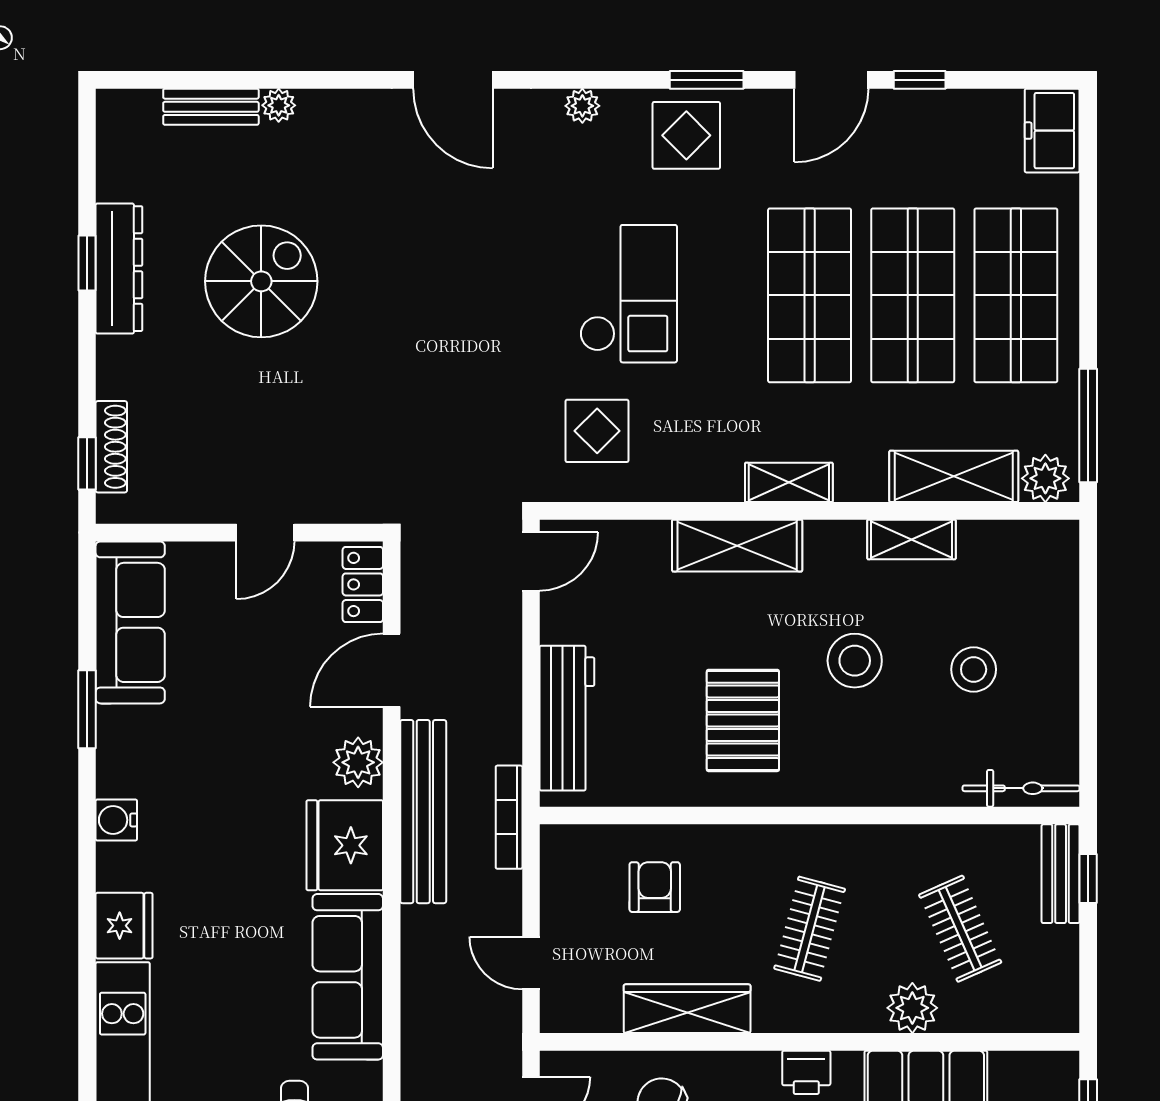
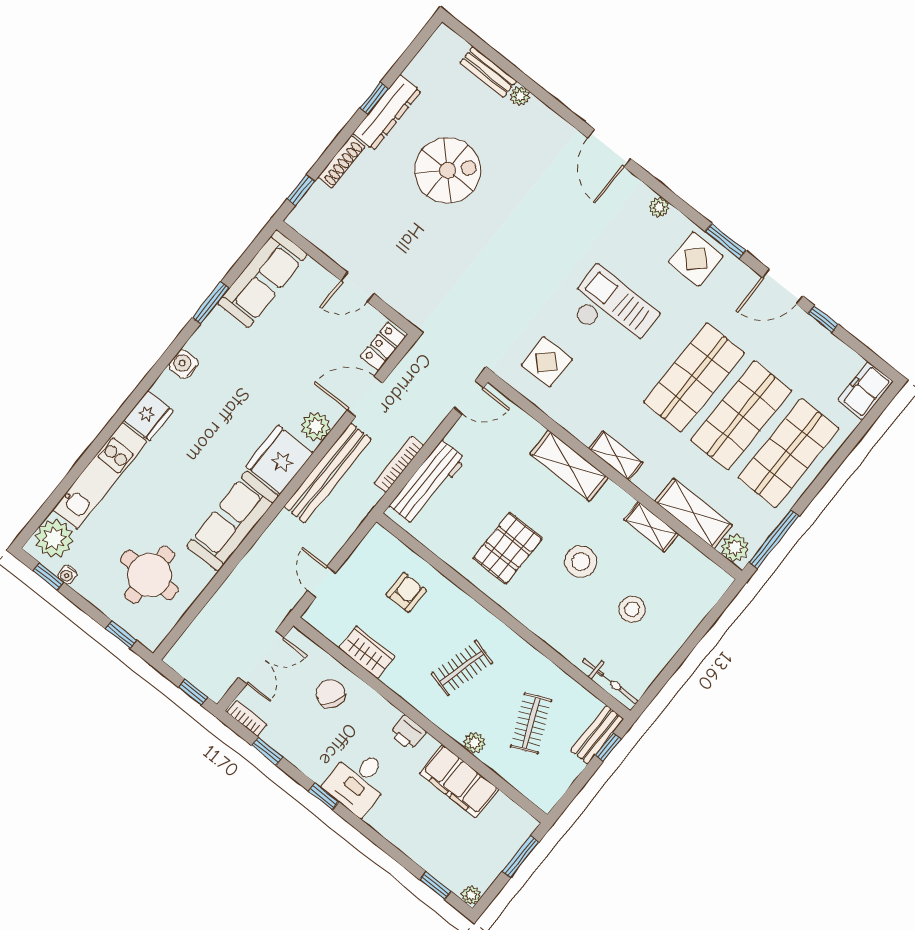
checkout: (628, 294) -> (611, 310), turned -90
shoe rack: (111, 447) -> (341, 162), moved
bookcase: (509, 817) -> (399, 464), moved
plant: (912, 1008) -> (474, 743), width x0.73, depth x0.73
wardrobe: (687, 1009) -> (367, 652), width x0.67

